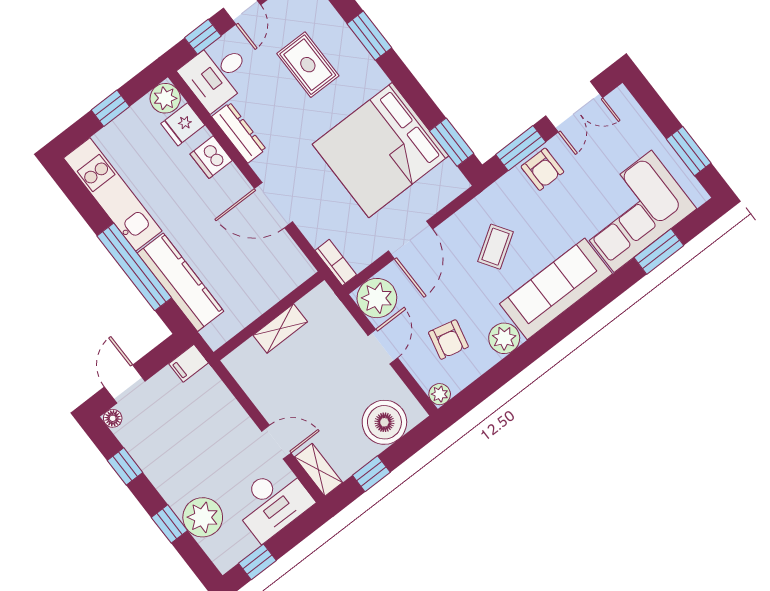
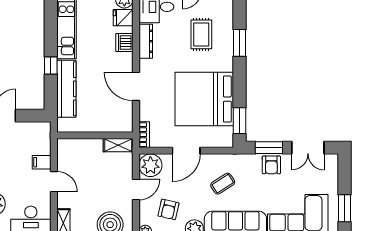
window: (134, 267) -> (51, 66), width x0.32
shelving: (280, 329) -> (118, 145), moved
filing cabinet: (189, 363) -> (42, 162), moved
door: (276, 442) -> (54, 182), moved

